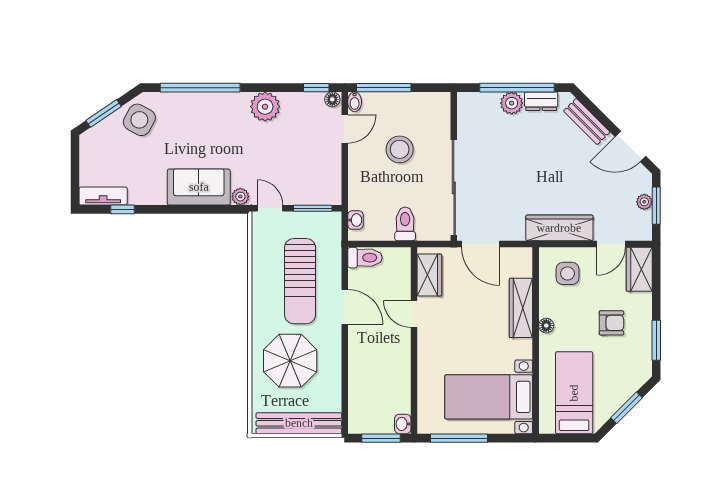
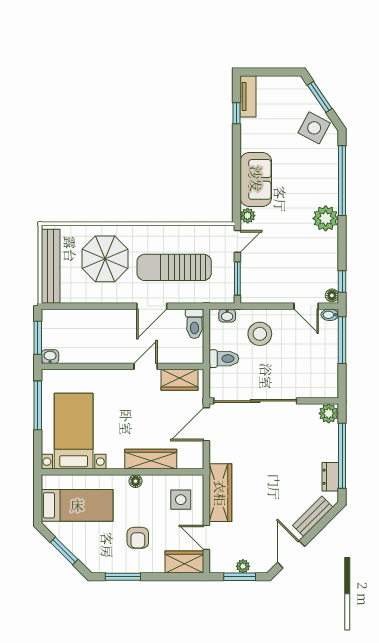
plant: (512, 103) -> (329, 413), moved
plant: (265, 107) -> (326, 218), moved
stool: (400, 149) -> (260, 334), moved

